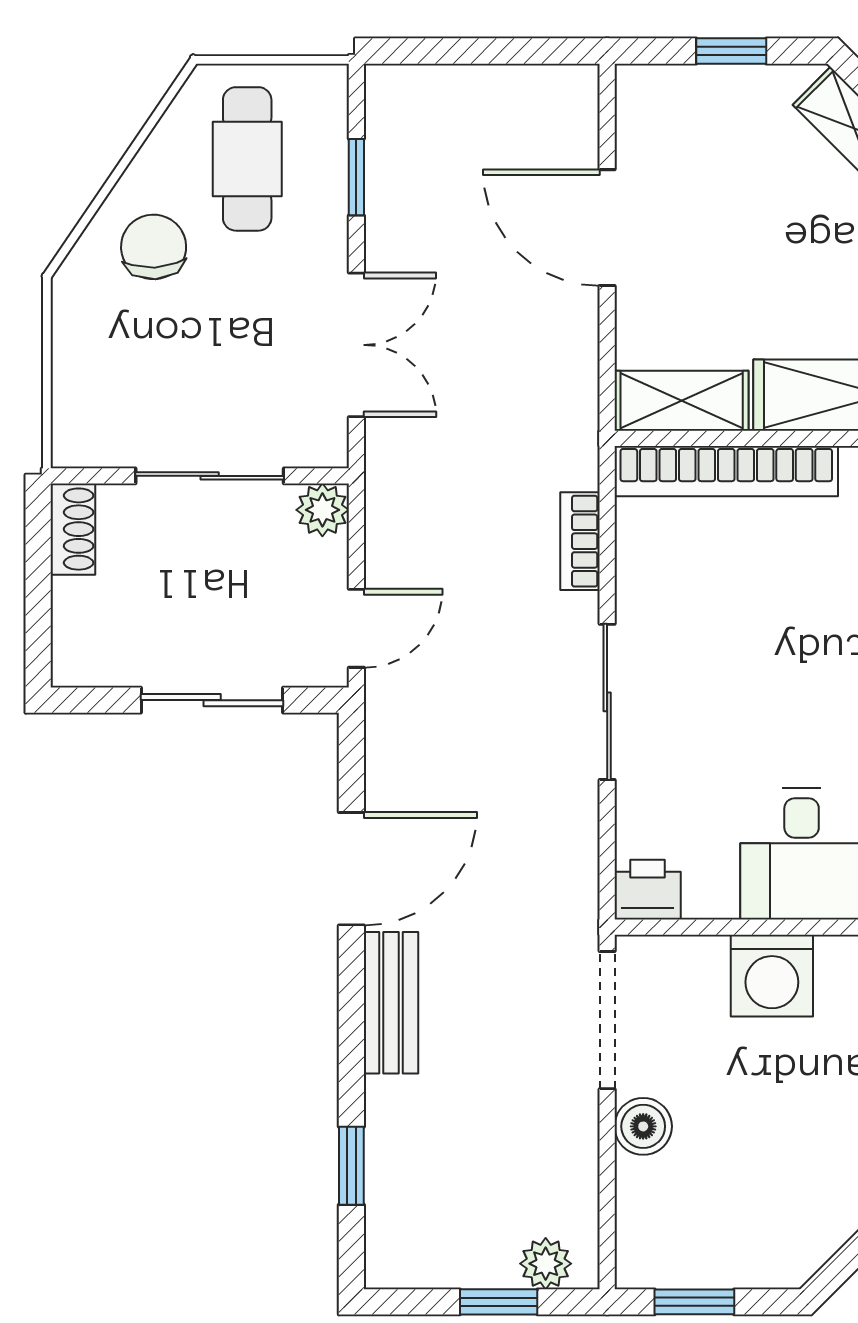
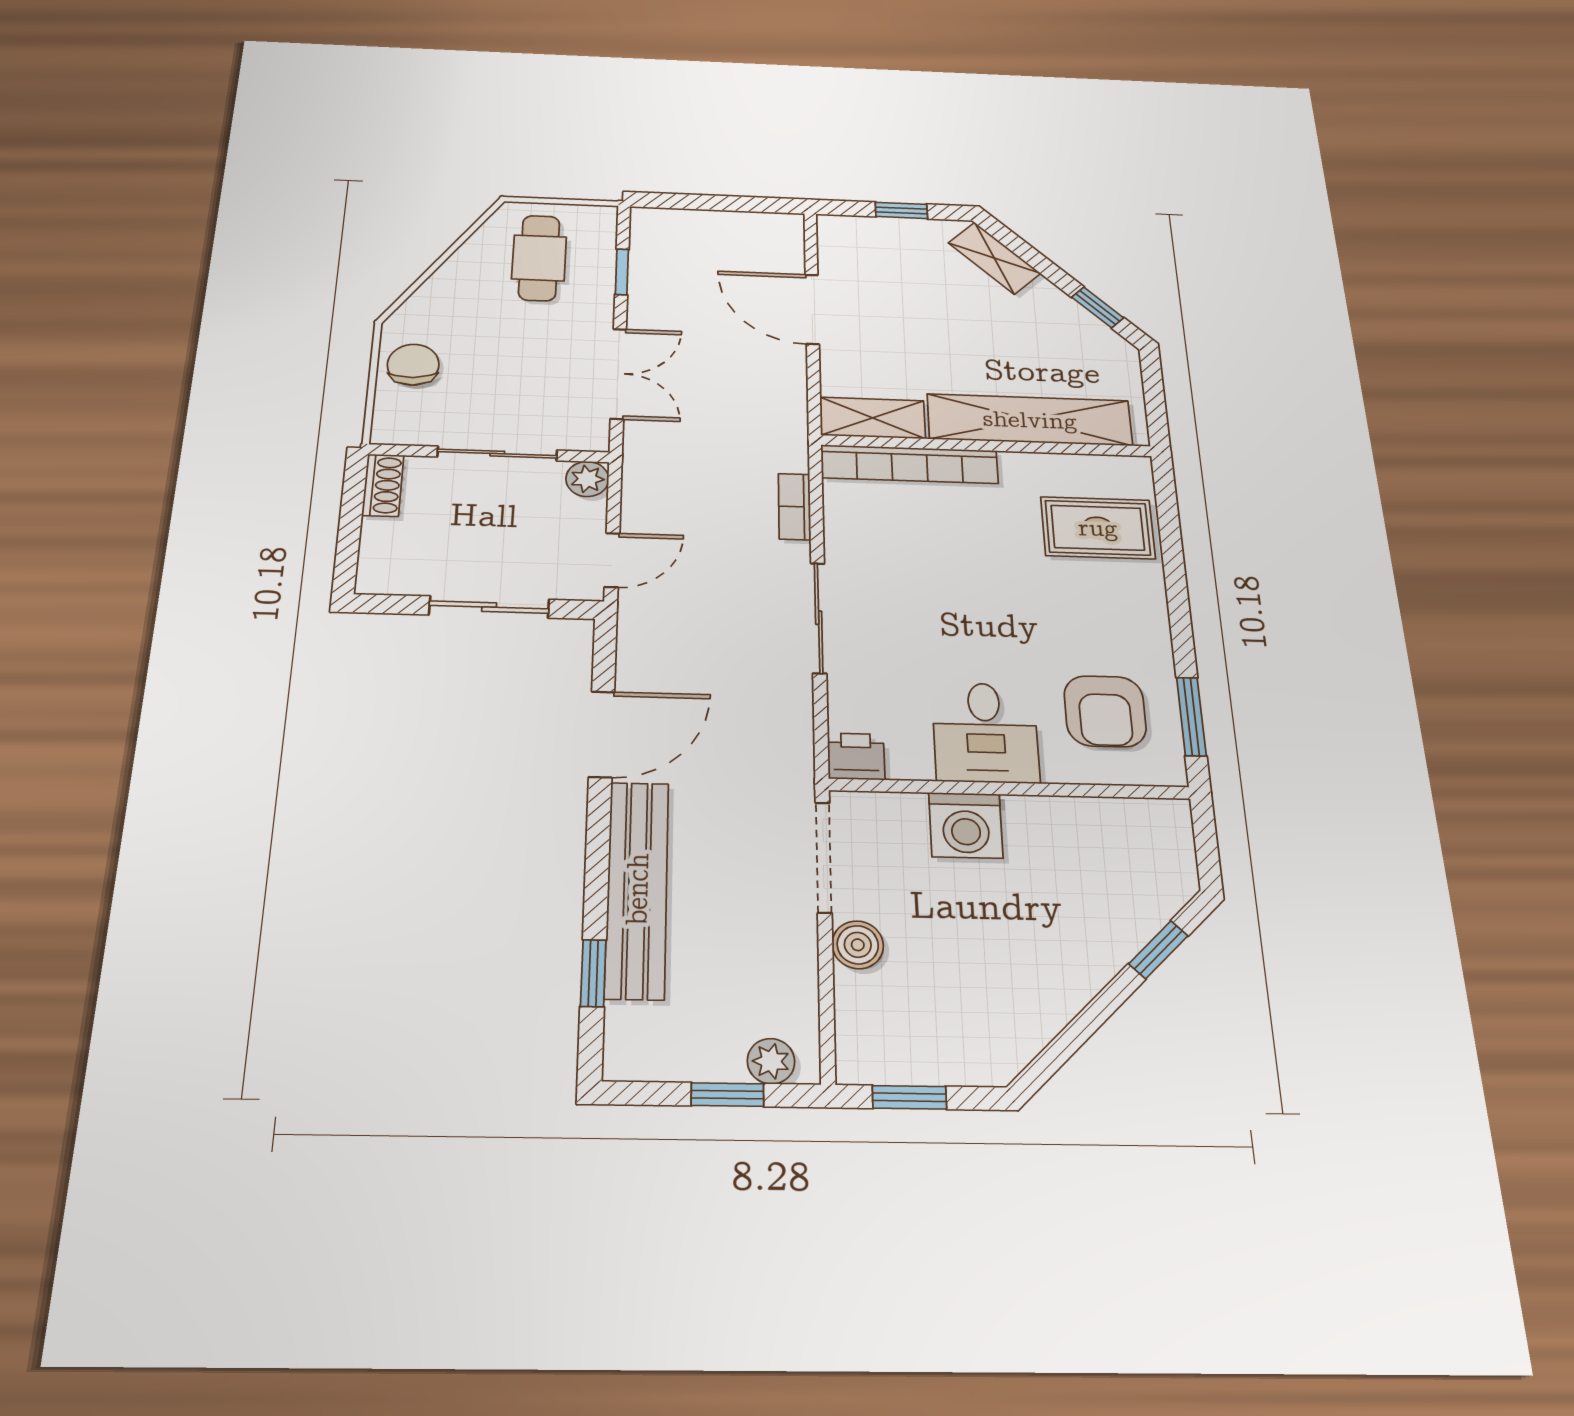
chair: (154, 247) -> (413, 365), moved
bench: (391, 1003) -> (637, 889), width x1.86, depth x1.21

